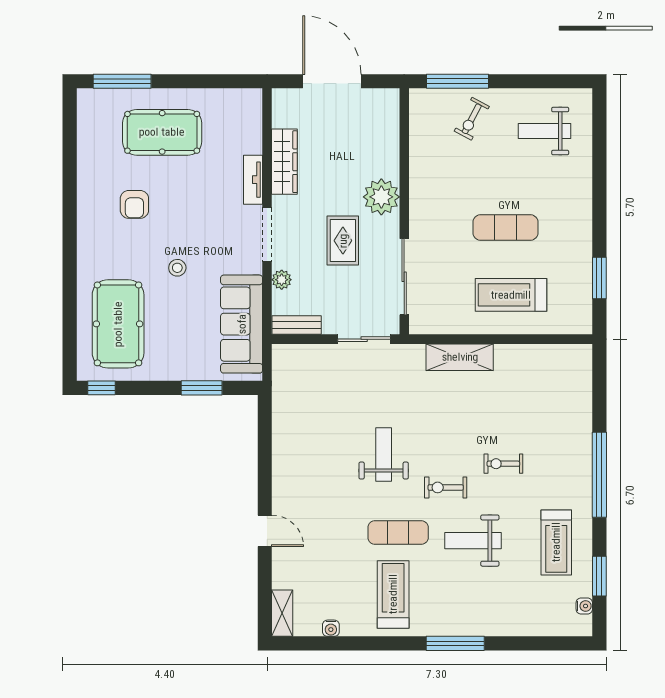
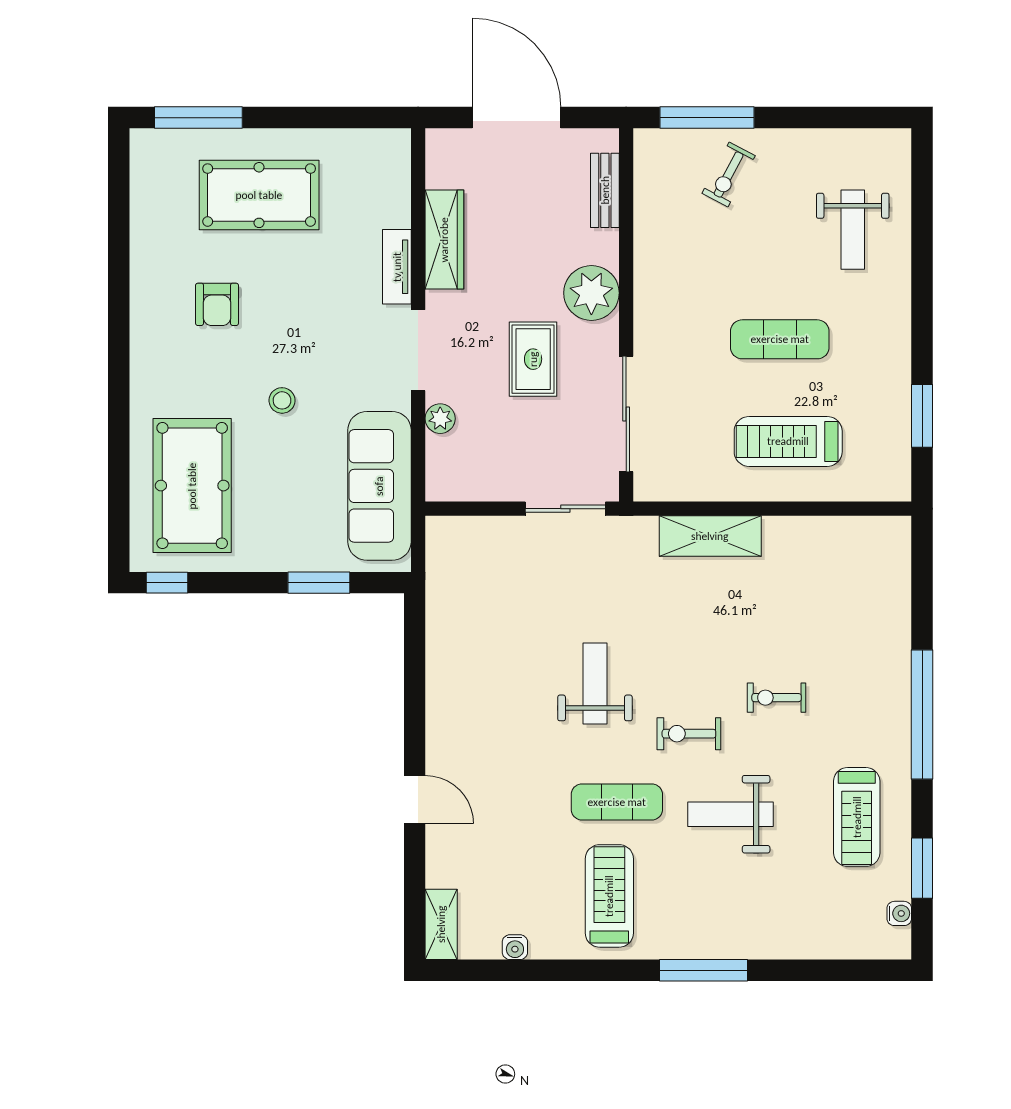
weight bench: (545, 131) -> (853, 230), moved, turned -90
bench: (297, 325) -> (605, 190), moved, turned 90

